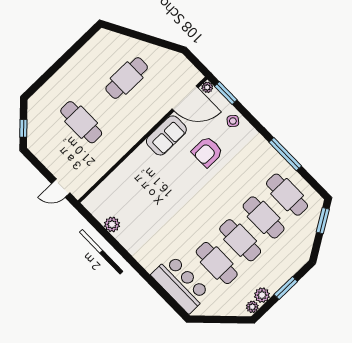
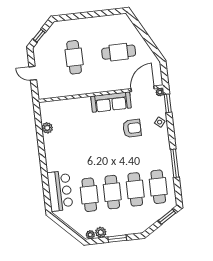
door: (185, 98) -> (143, 89), swing flipped
sofa: (166, 135) -> (111, 102), width x1.36
armchair: (207, 152) -> (132, 128), turned 180
door: (61, 188) -> (33, 73), moved

